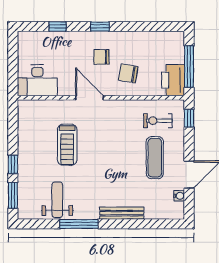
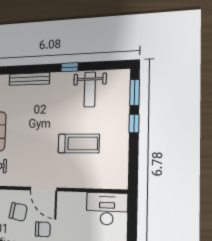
door: (90, 98) -> (44, 189), moved
treadmill: (67, 145) -> (79, 143), turned 90
window: (79, 224) -> (69, 67), width x0.46

